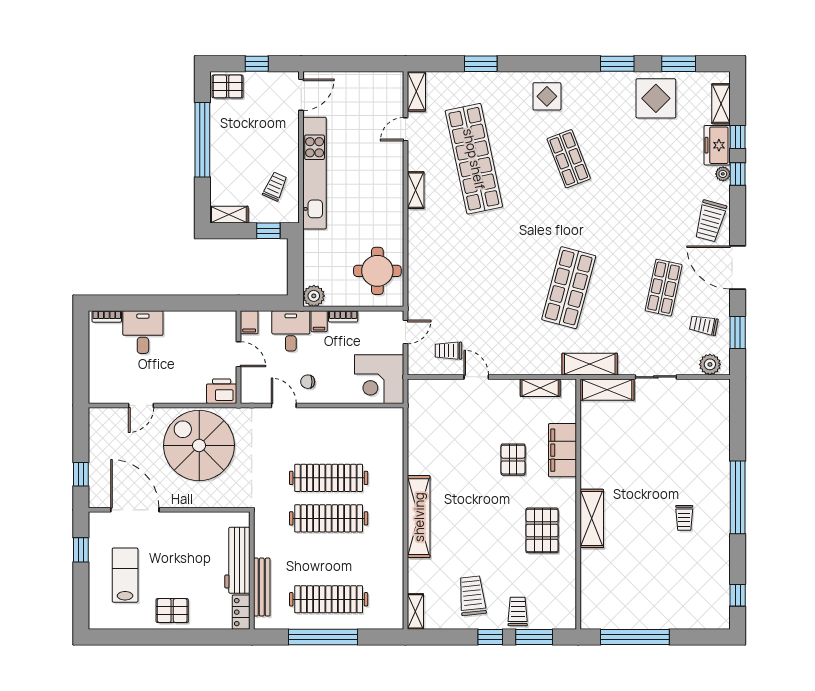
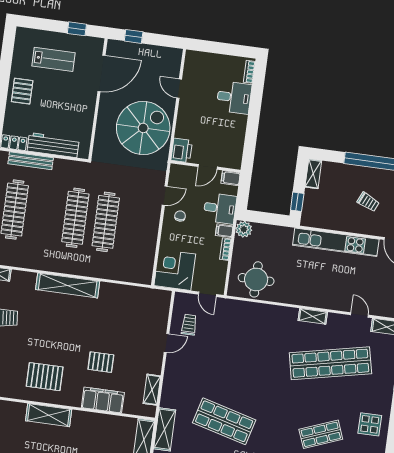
trolley: (275, 186) -> (368, 202), moved

